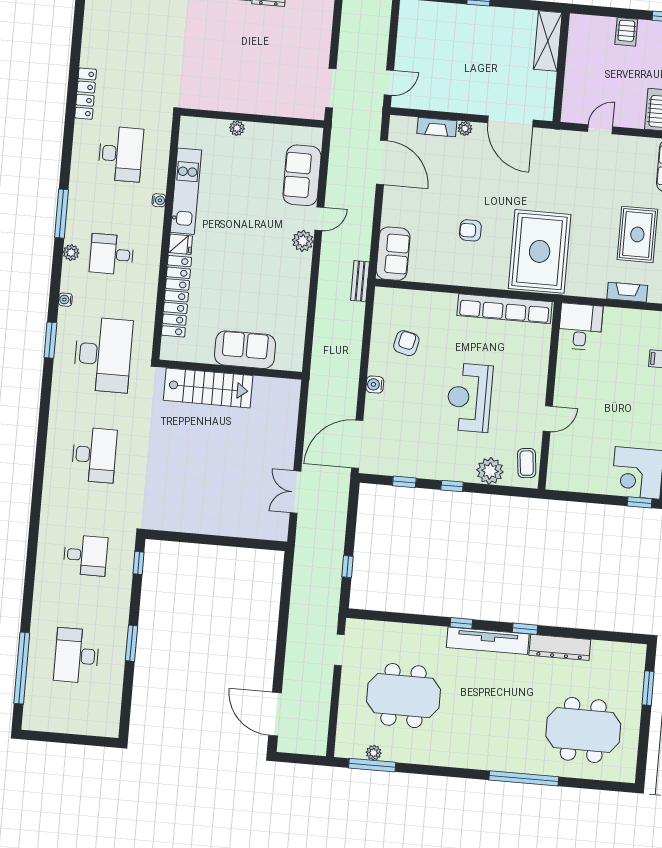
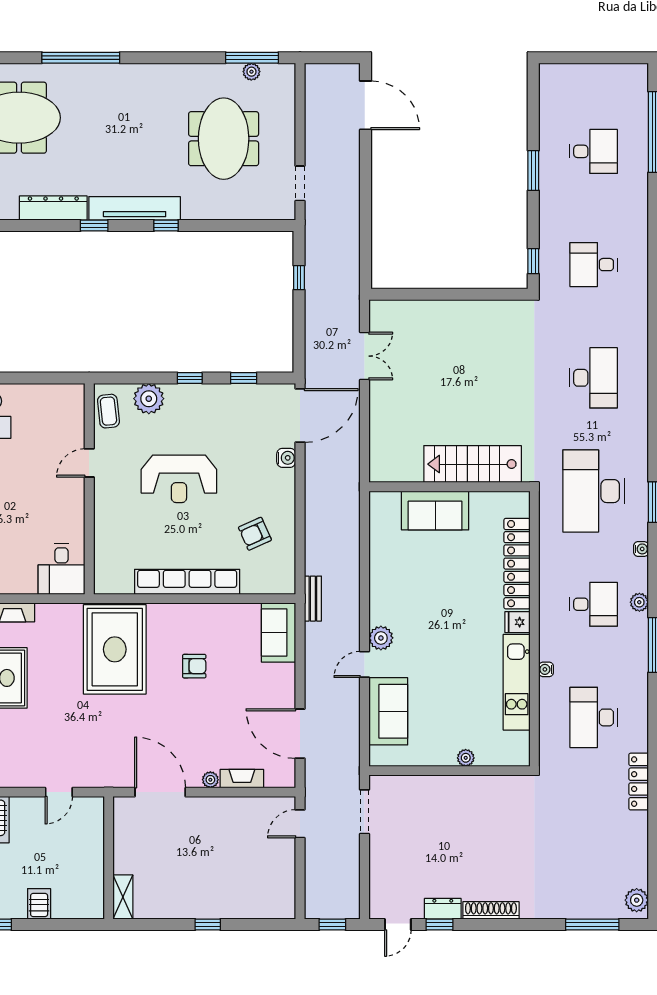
shelving: (548, 41) -> (123, 897), width x0.67, depth x0.75
row of seats: (505, 309) -> (187, 582), moved
armchair: (406, 343) -> (255, 534), turned 53
water cooler: (375, 385) -> (286, 458), moved
reception desk: (469, 398) -> (179, 479), turned 90
desk: (94, 455) -> (594, 378), turned 180
desk: (77, 656) -> (594, 151), width x0.73
meeting table: (403, 696) -> (224, 139), turned 90

